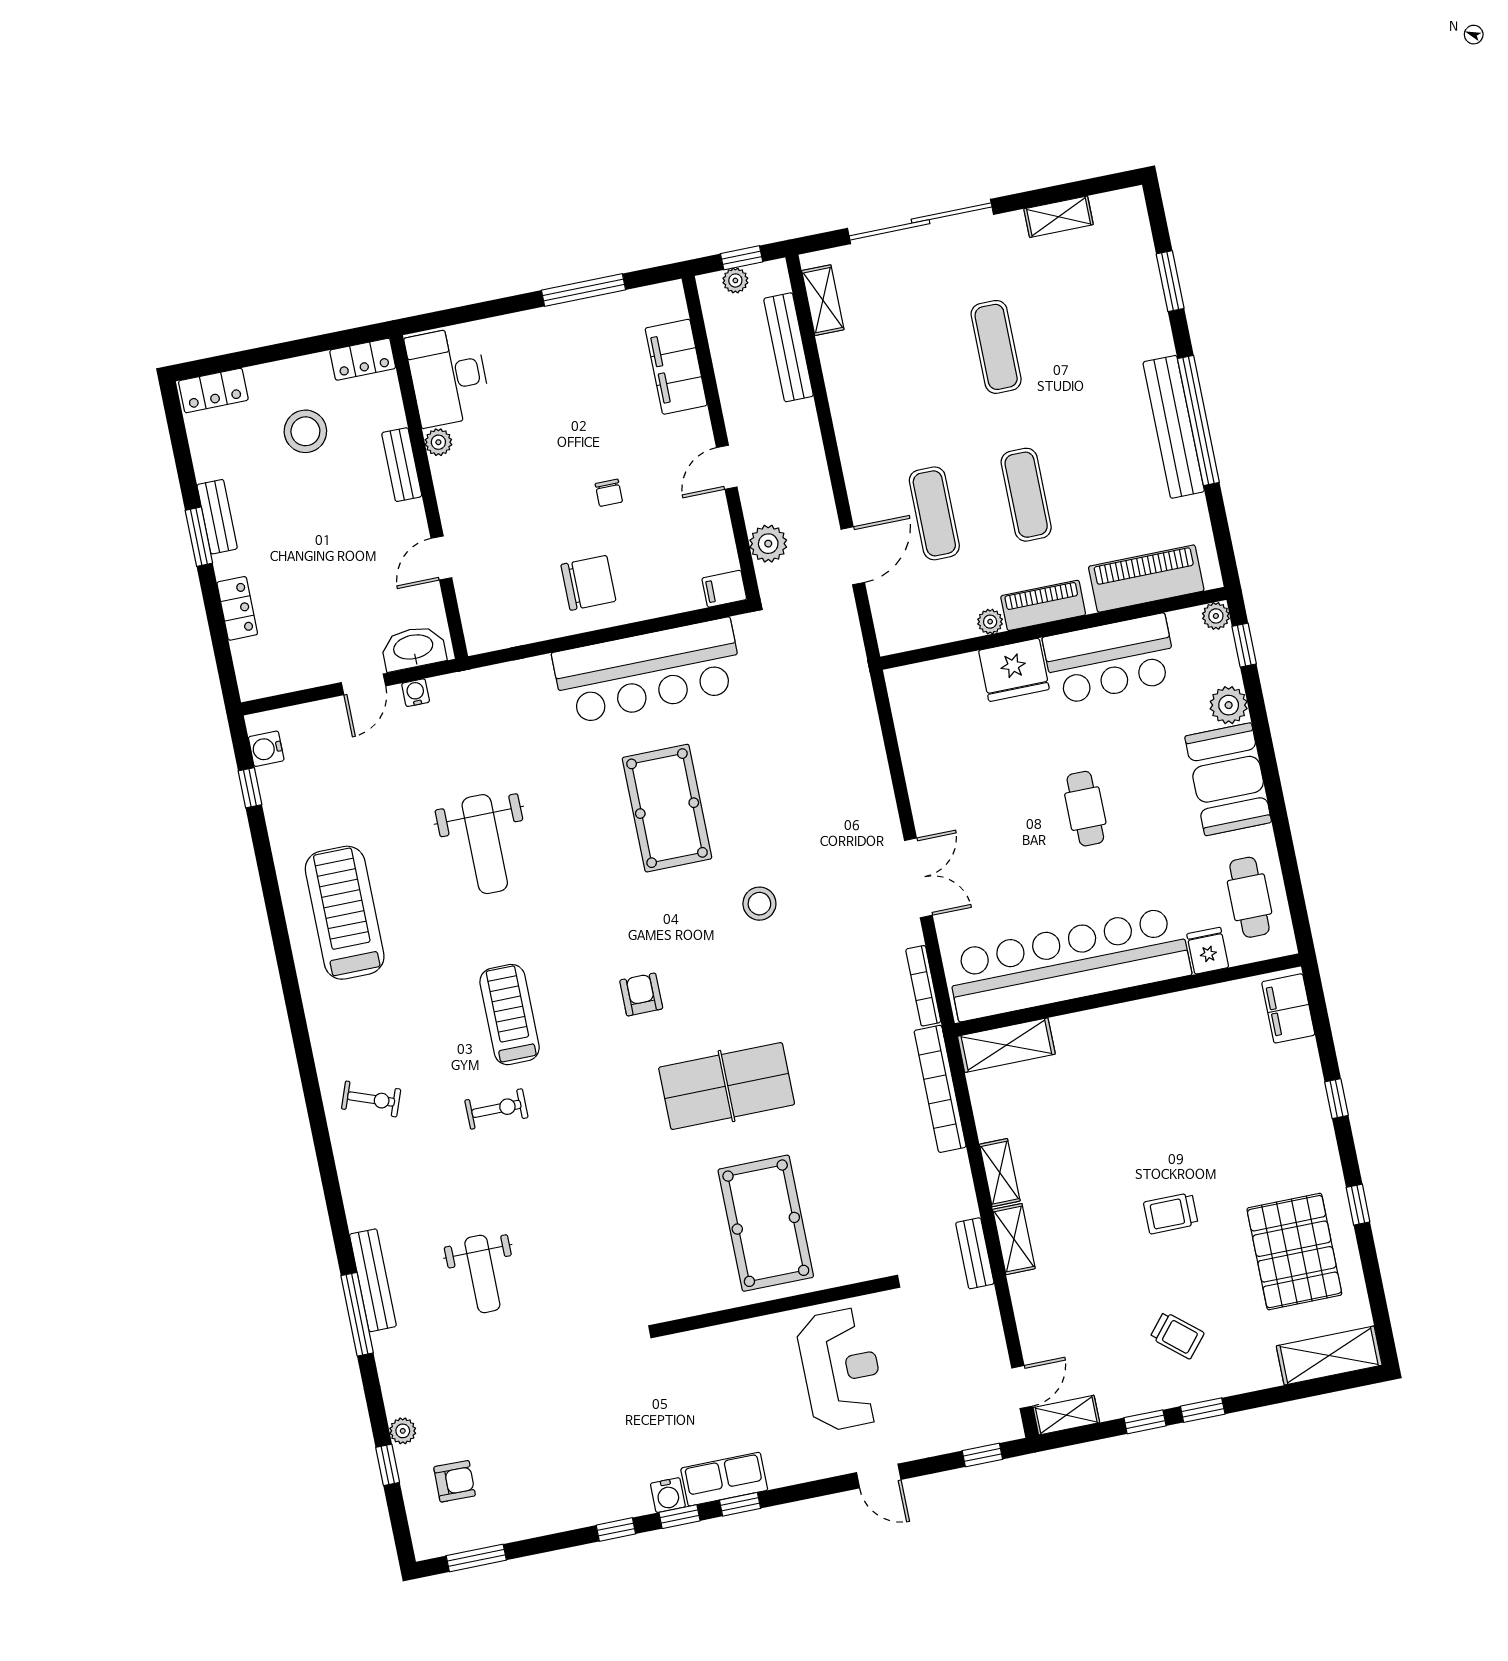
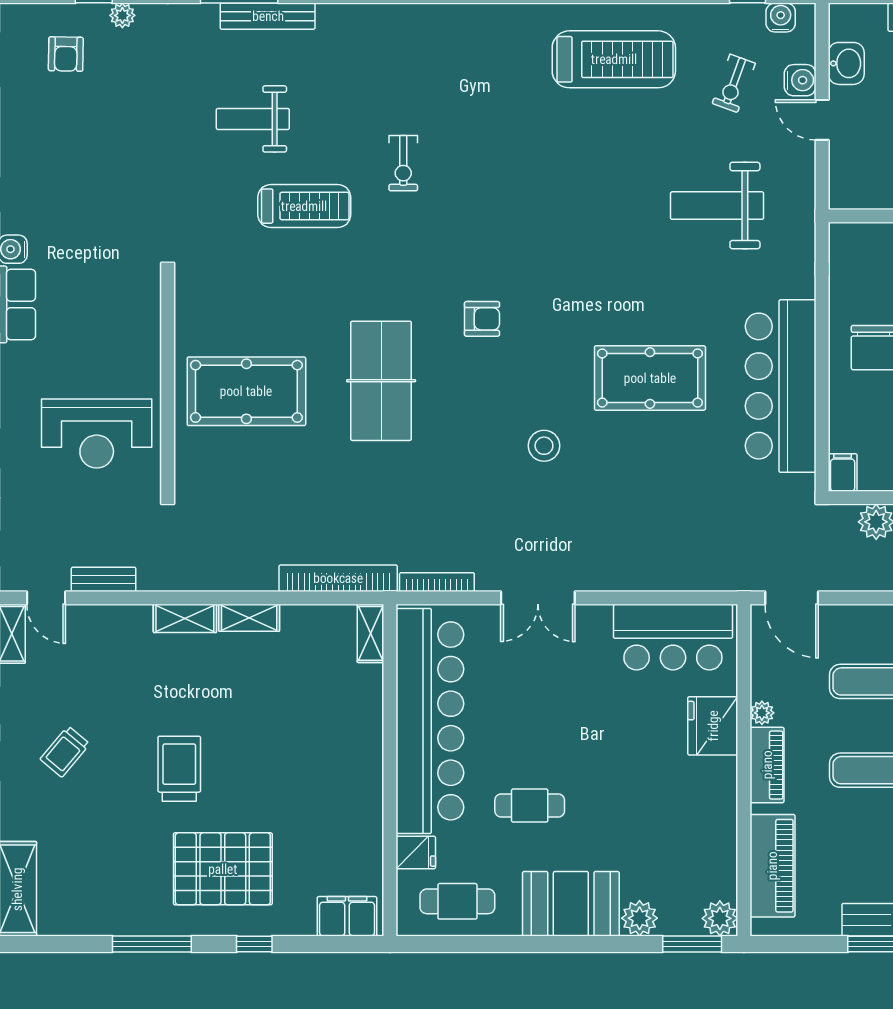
door: (853, 556) -> (792, 598), moved
plant: (1216, 616) -> (720, 918), width x1.38, depth x1.38
window: (1244, 645) -> (692, 944), width x1.50
washbasin: (413, 648) -> (846, 63), moved, width x0.72
bar counter: (1110, 659) -> (673, 637), moved, turned -90
water cooler: (416, 693) -> (800, 80), moved, width x1.38, depth x1.38
cafe table: (1085, 809) -> (530, 806), moved
weight bench: (485, 844) -> (717, 206), moved
treadmill: (510, 1015) -> (304, 206), moved
shelving: (1006, 1045) -> (371, 633), width x0.67, depth x0.75
exercise bike: (371, 1099) -> (734, 83), moved
window: (1358, 1205) -> (152, 944), width x2.17
trolley: (1171, 1213) -> (179, 769), width x1.36, depth x1.39
pallet: (1294, 1252) -> (223, 869), moved
bench: (975, 1253) -> (104, 579), moved

